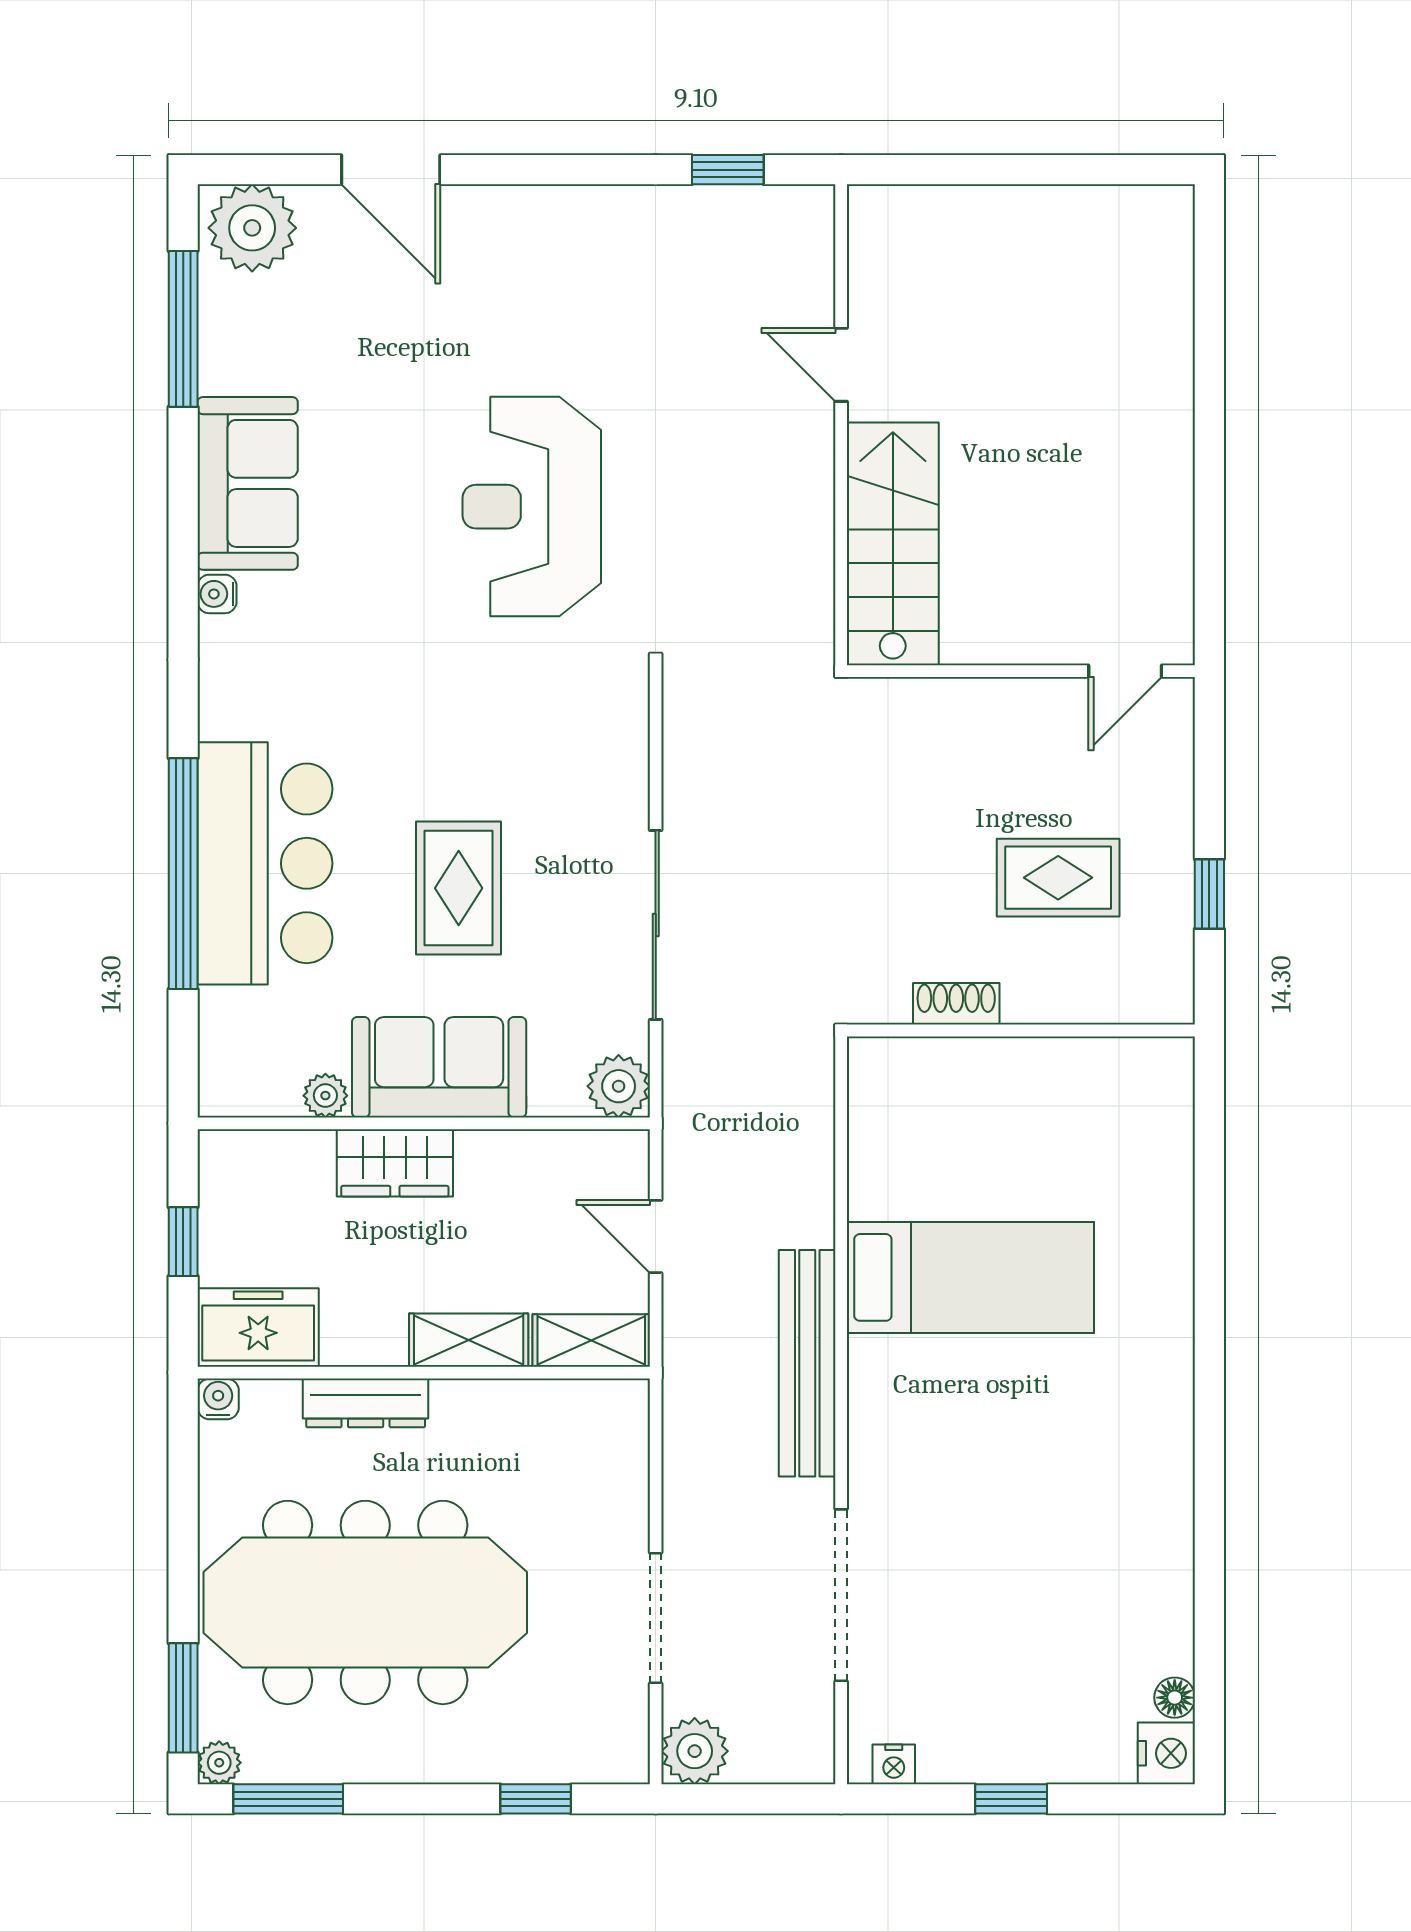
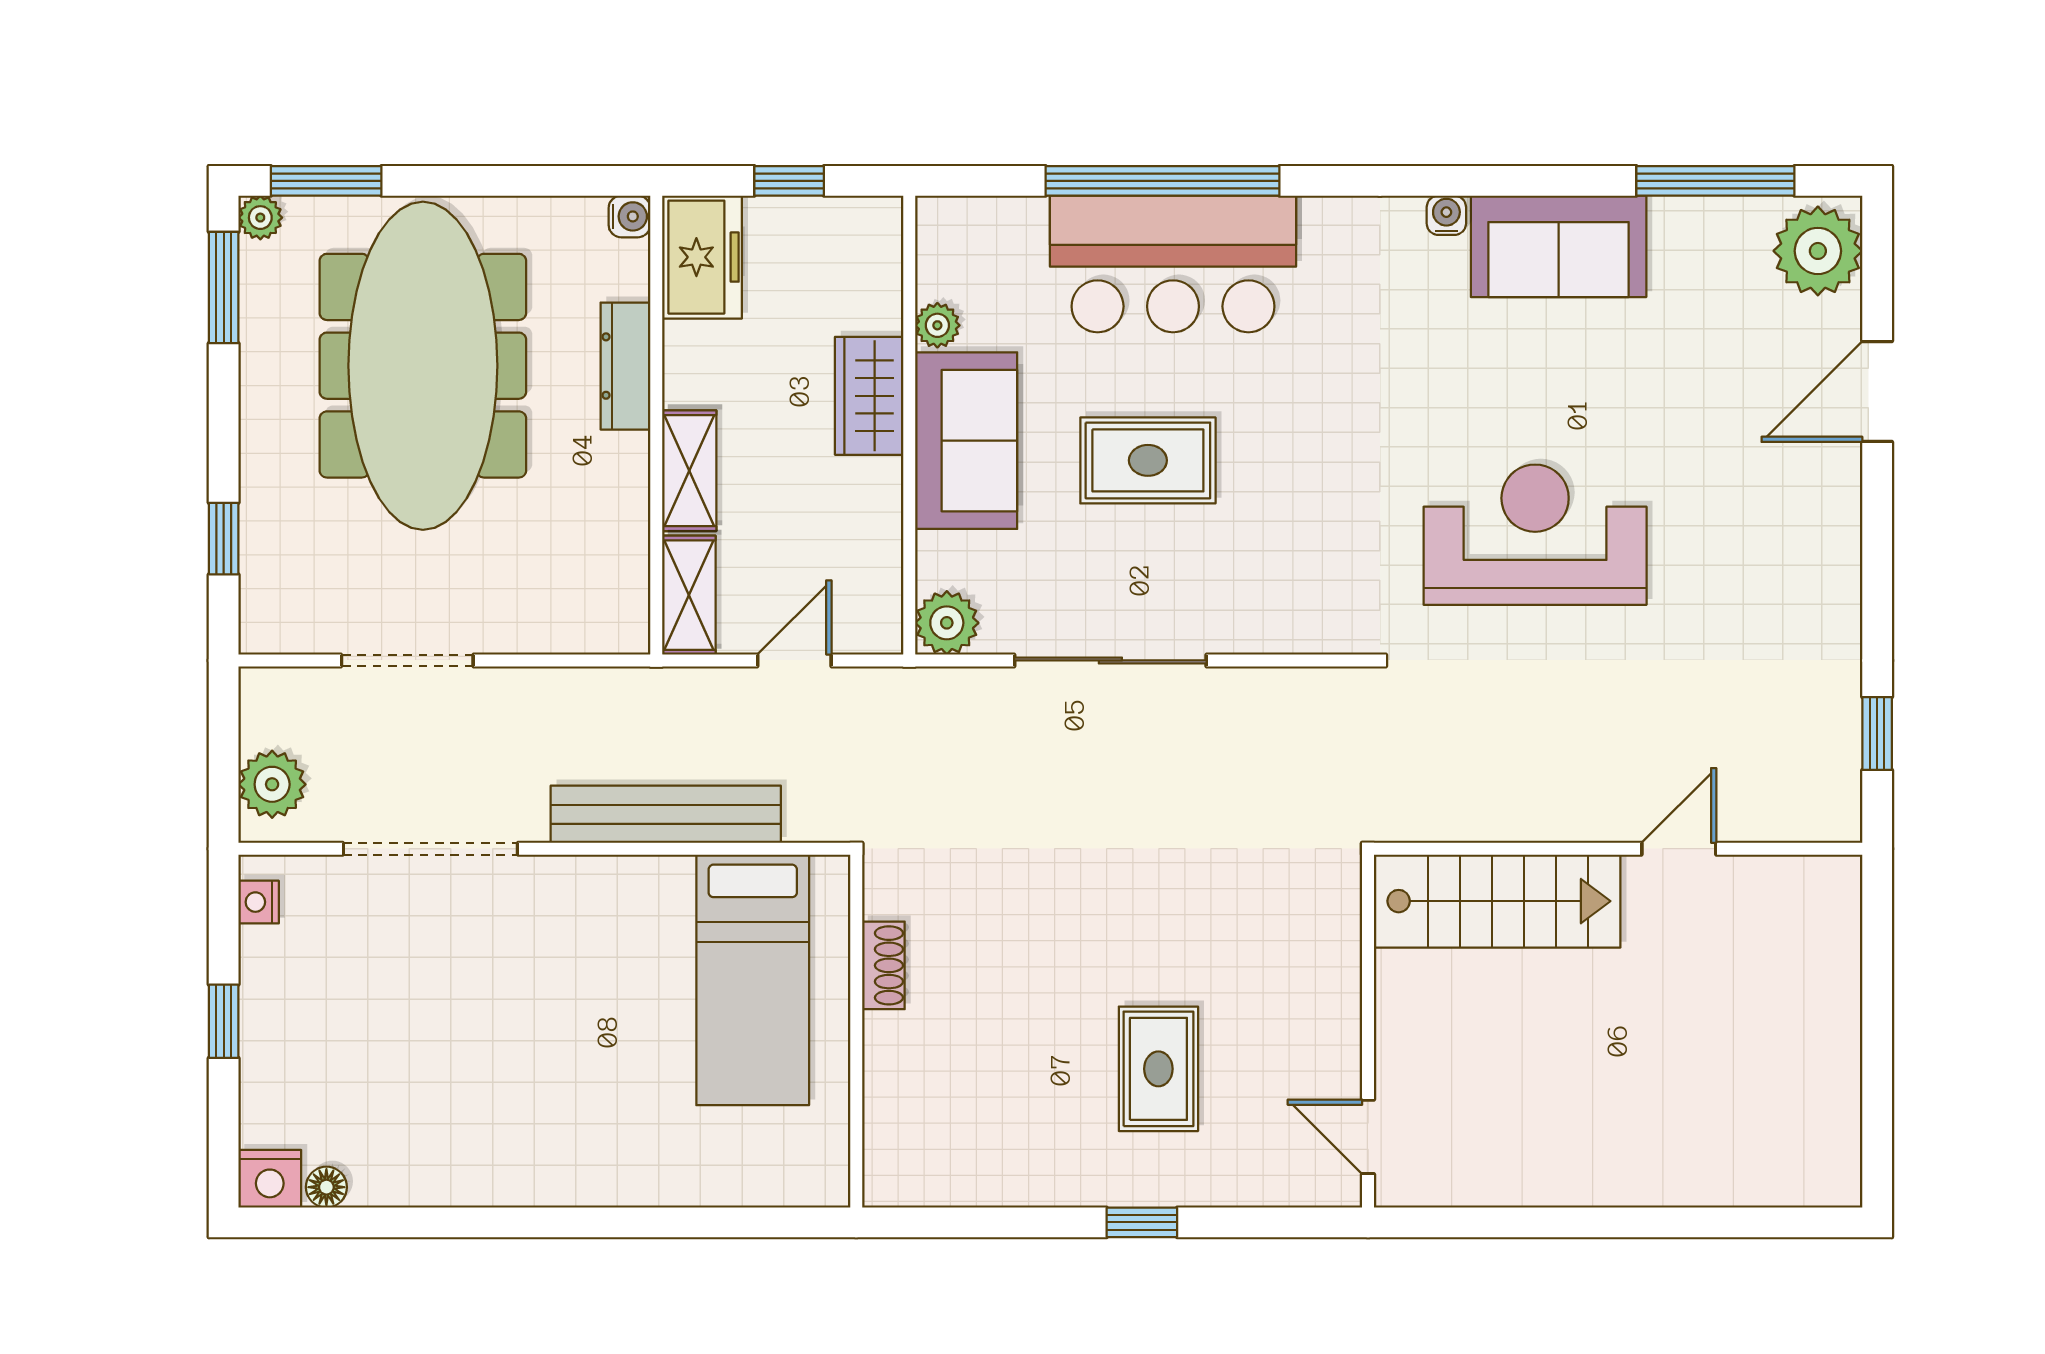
shoe rack: (956, 1004) -> (883, 965), moved
wall: (1021, 1031) -> (856, 1031), moved
plant: (695, 1751) -> (272, 784), moved

